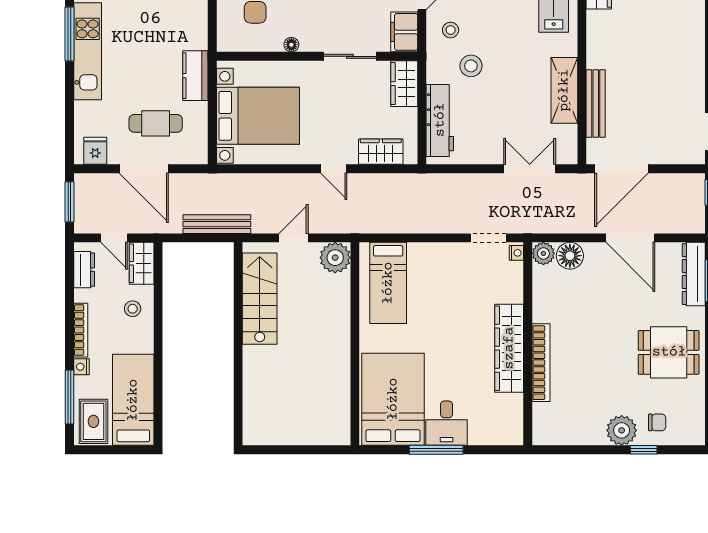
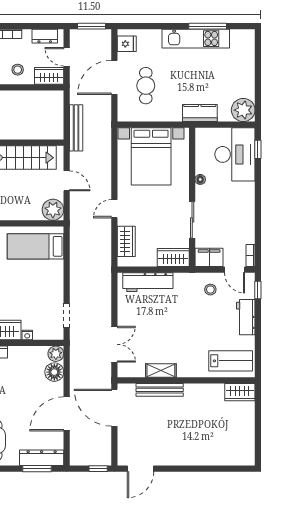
stool: (471, 66) -> (186, 304), removed
kitchen counter: (195, 76) -> (200, 113), moved
shelving: (564, 90) -> (161, 370), width x0.67, depth x0.75
door: (114, 238) -> (67, 57), hinge flipped
nightstand: (516, 253) -> (27, 335), moved

